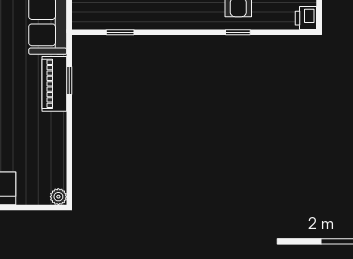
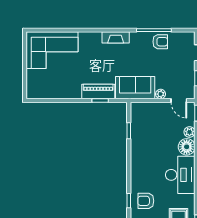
plant: (58, 197) -> (31, 94), removed

